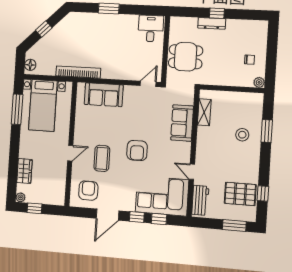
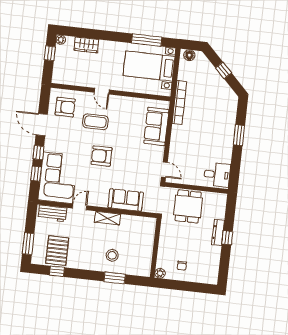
shelving: (204, 112) -> (107, 218), moved

